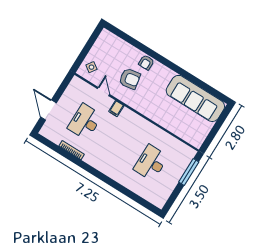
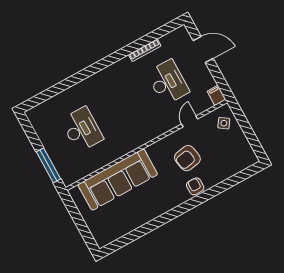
door: (104, 92) -> (190, 121), swing flipped
sofa: (195, 98) -> (118, 180), moved, turned 180
filing cabinet: (116, 109) -> (217, 95), moved

